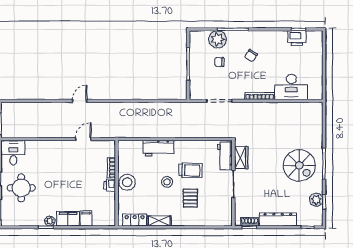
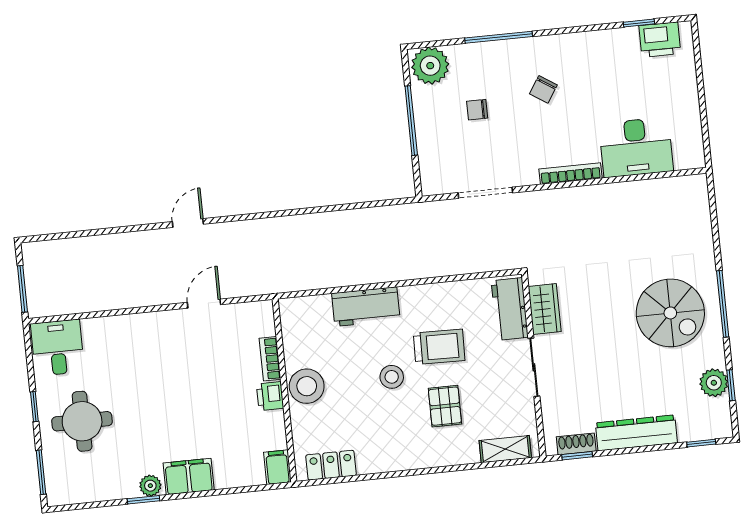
printer: (297, 38) -> (660, 40), moved
plant: (218, 39) -> (430, 66), moved
filing cabinet: (86, 218) -> (277, 467), moved
shelving: (159, 221) -> (505, 449), moved

